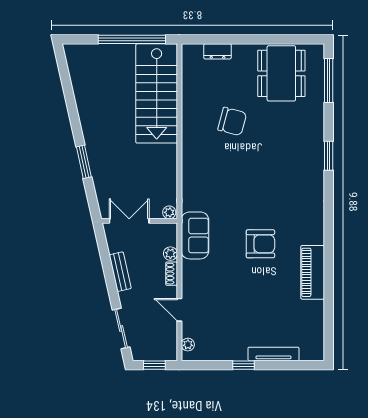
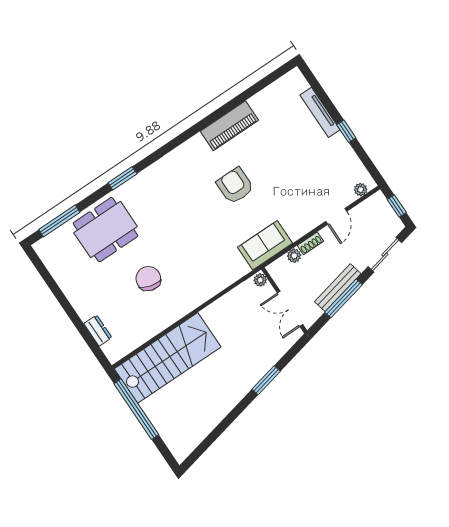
dining table: (281, 73) -> (106, 230), moved
window: (108, 270) -> (343, 298), added
bench: (120, 272) -> (338, 288), width x1.36

